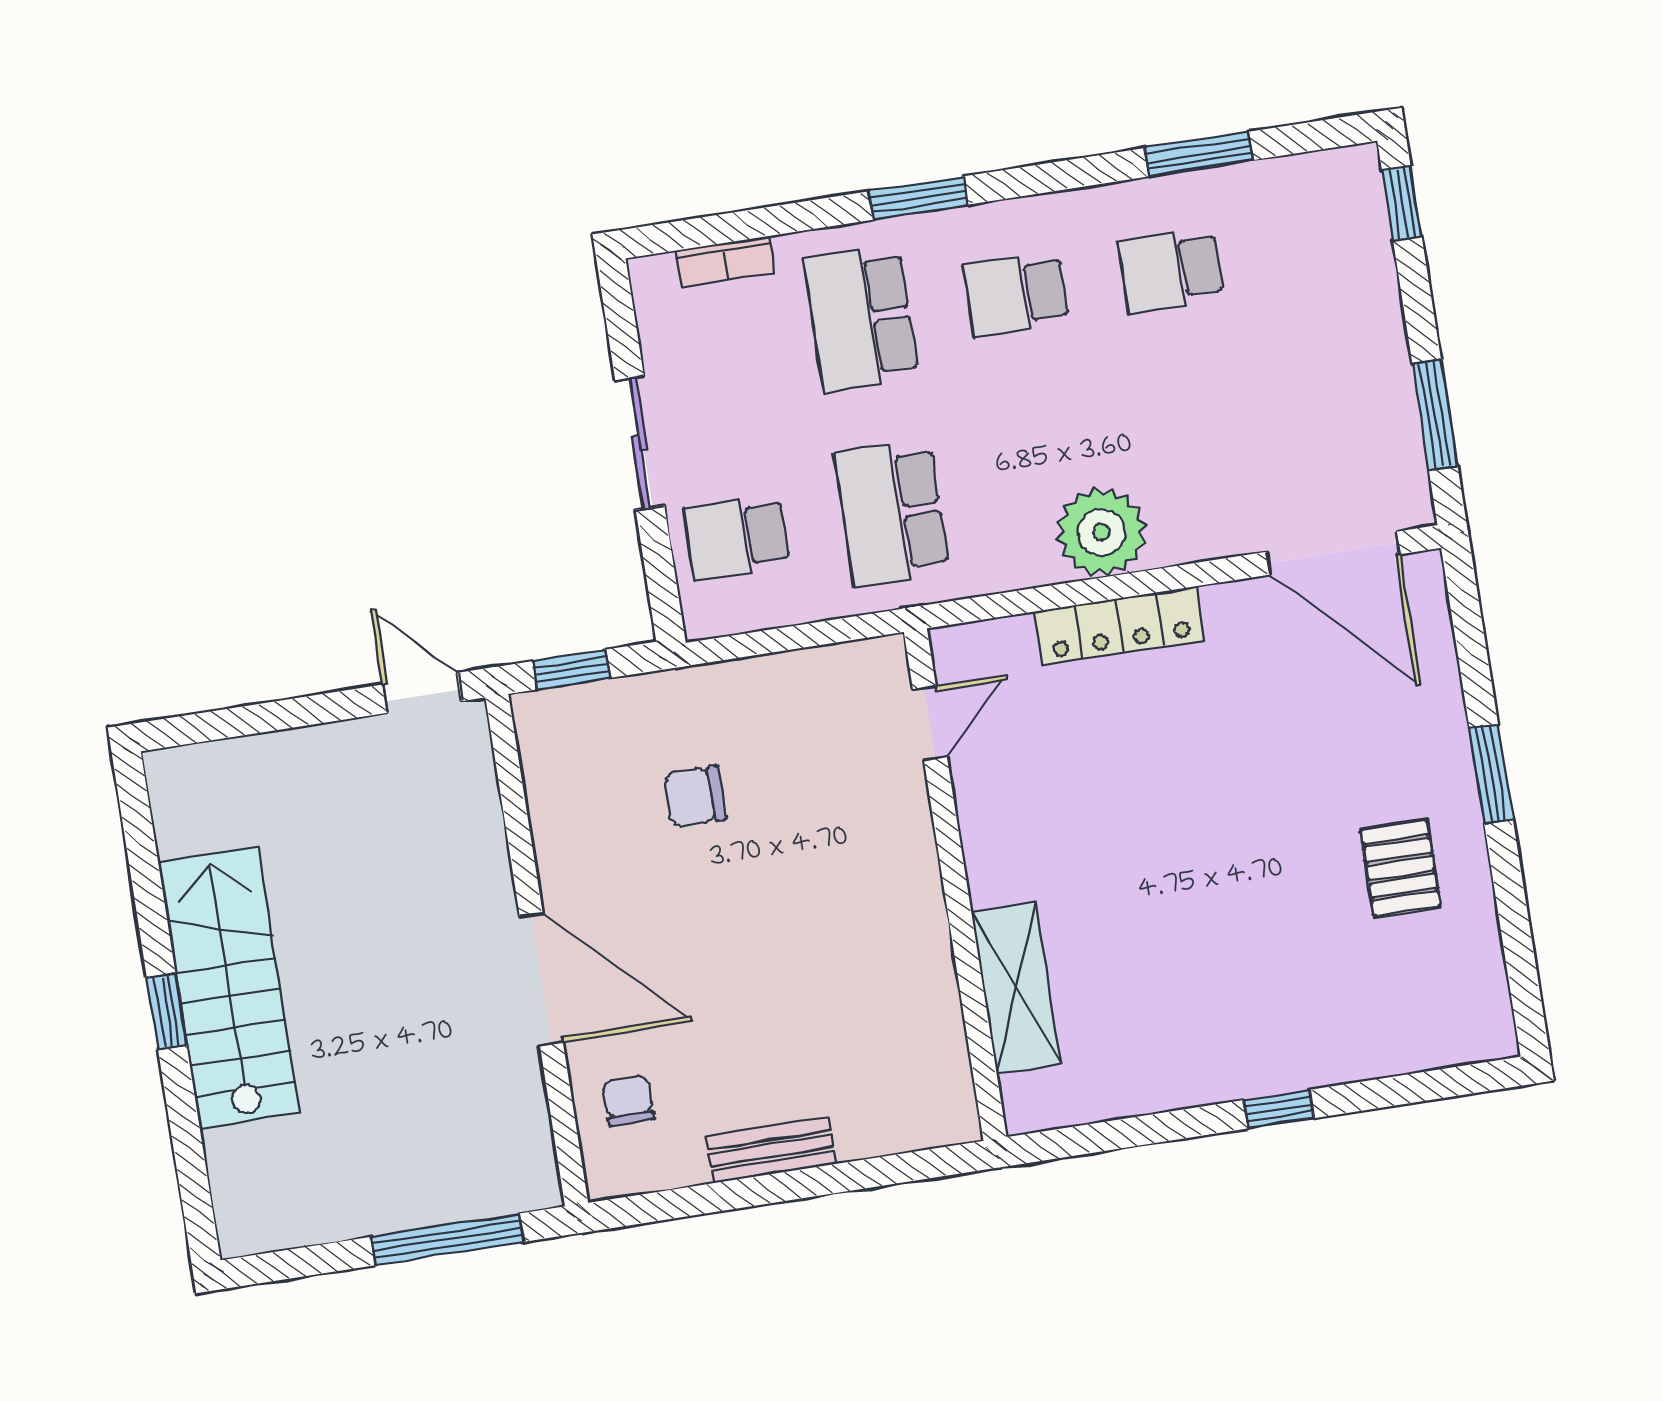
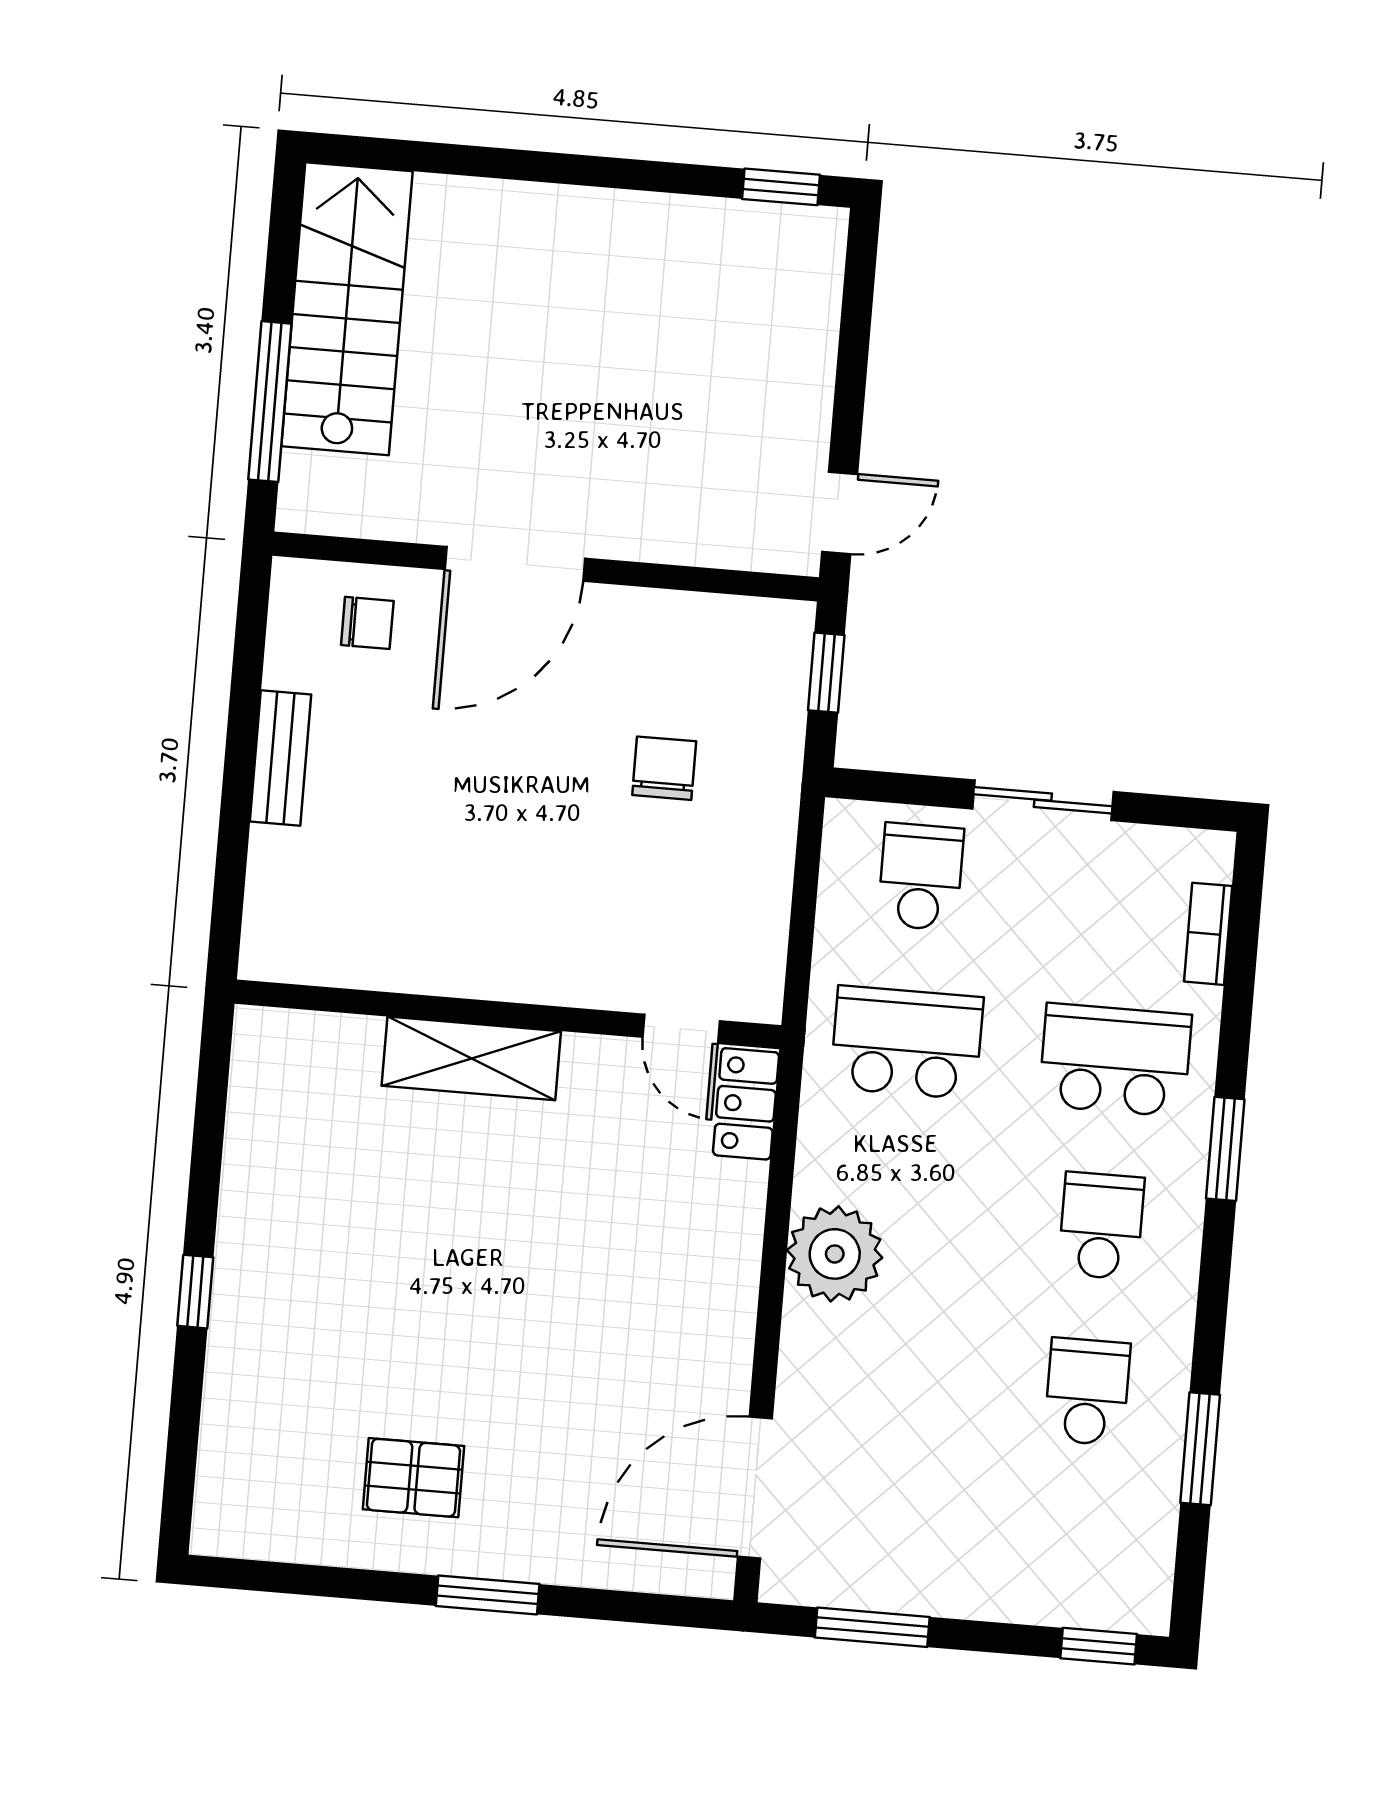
locker: (1119, 626) -> (746, 1104), moved, width x0.66
stairs: (229, 987) -> (347, 309), moved, turned -90
shelving: (1016, 988) -> (471, 1058), moved
window: (167, 1012) -> (781, 187), moved

